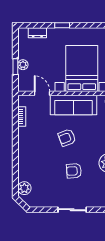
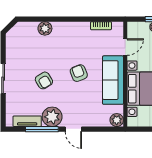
armchair: (74, 171) -> (44, 80), turned 152
plant: (24, 188) -> (45, 28), moved

